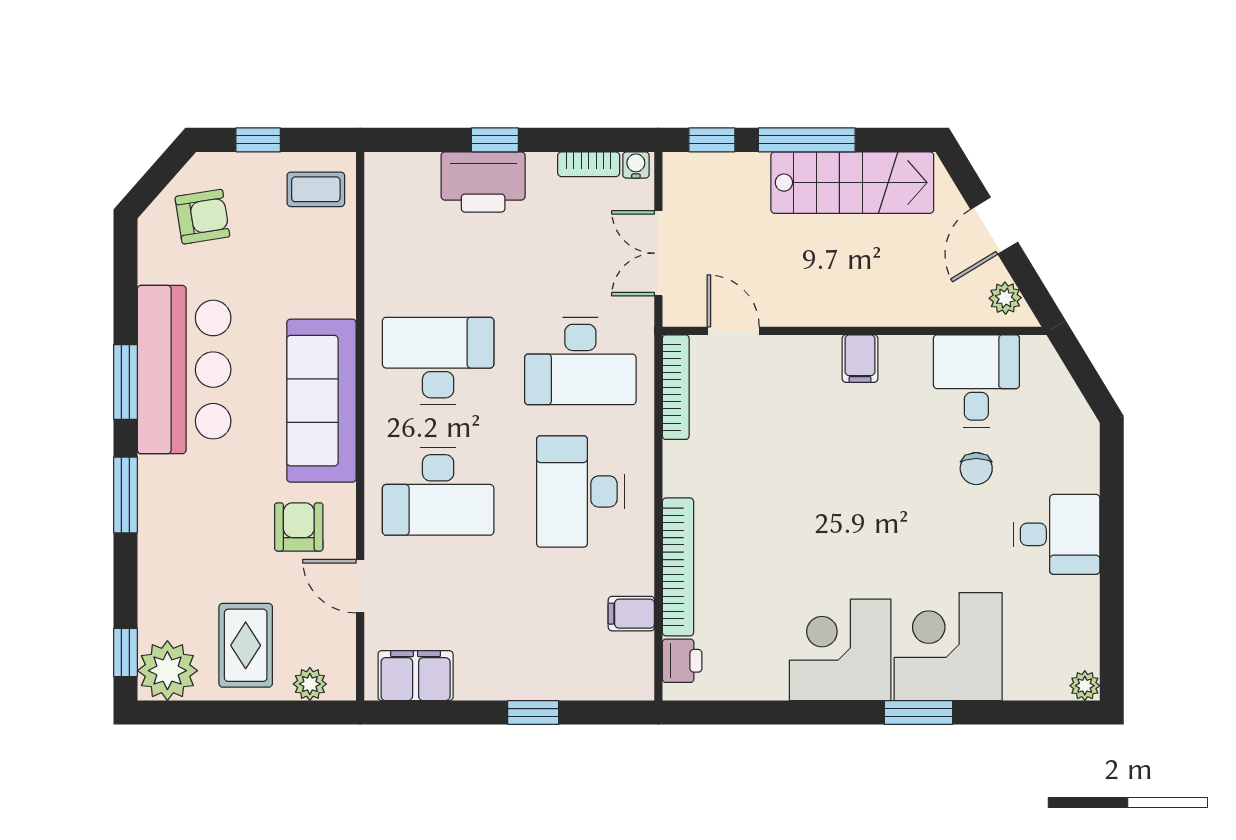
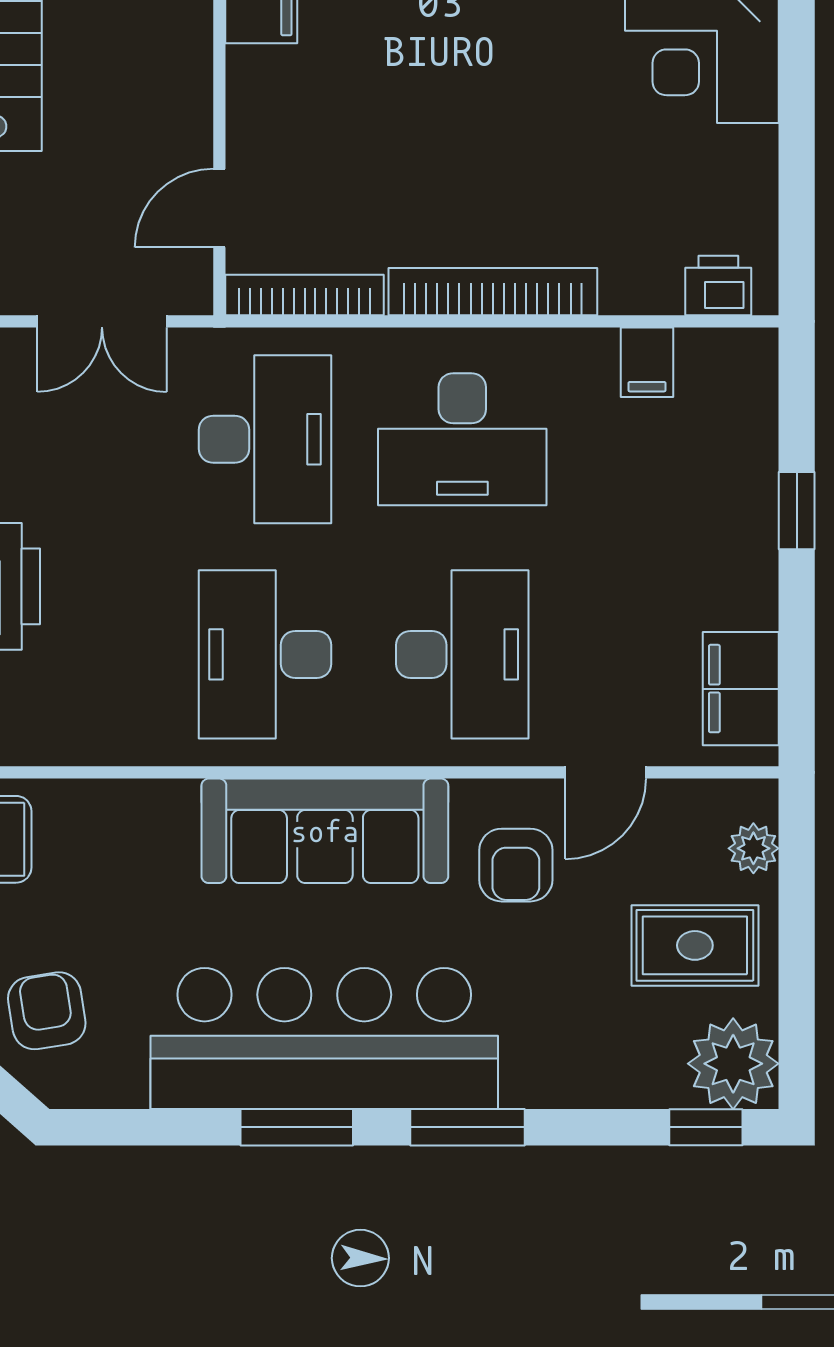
bar counter: (184, 370) -> (324, 1038), width x1.36
armchair: (299, 527) -> (516, 865), turned -90
bookcase: (678, 567) -> (493, 292), moved

